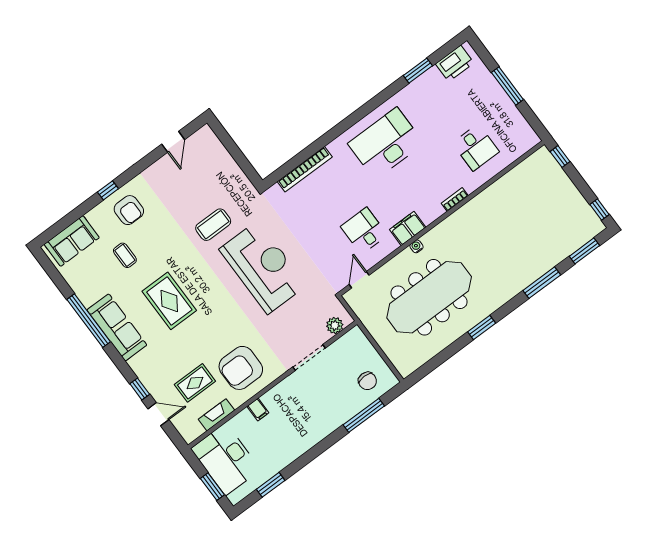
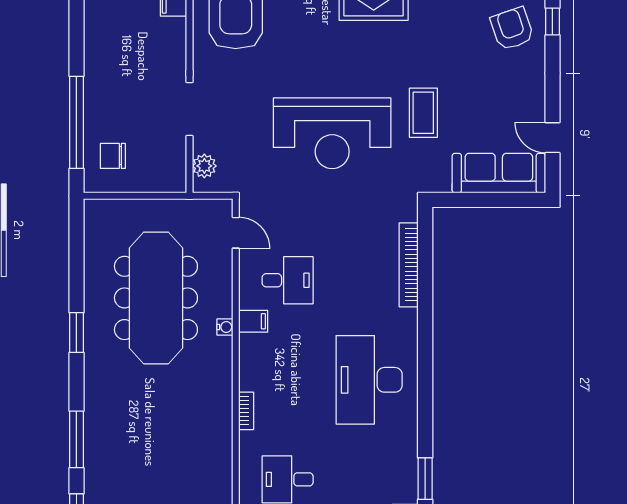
desk: (386, 143) -> (369, 380), turned 180
sofa: (216, 157) -> (499, 173), added
armchair: (129, 210) -> (512, 29), turned 71
filing cabinet: (408, 228) -> (253, 321), width x0.50
window: (364, 415) -> (76, 122), width x1.46

